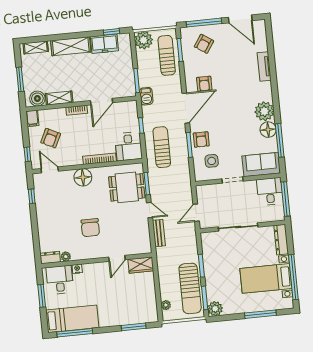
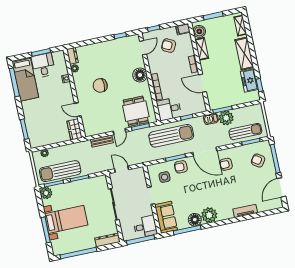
plant: (144, 40) -> (226, 118), moved
sun lounger: (162, 147) -> (171, 136), width x1.36, depth x1.34
bed with nightstands: (266, 278) -> (66, 219), moved, turned 90
desk: (60, 280) -> (43, 65), moved, turned -90

